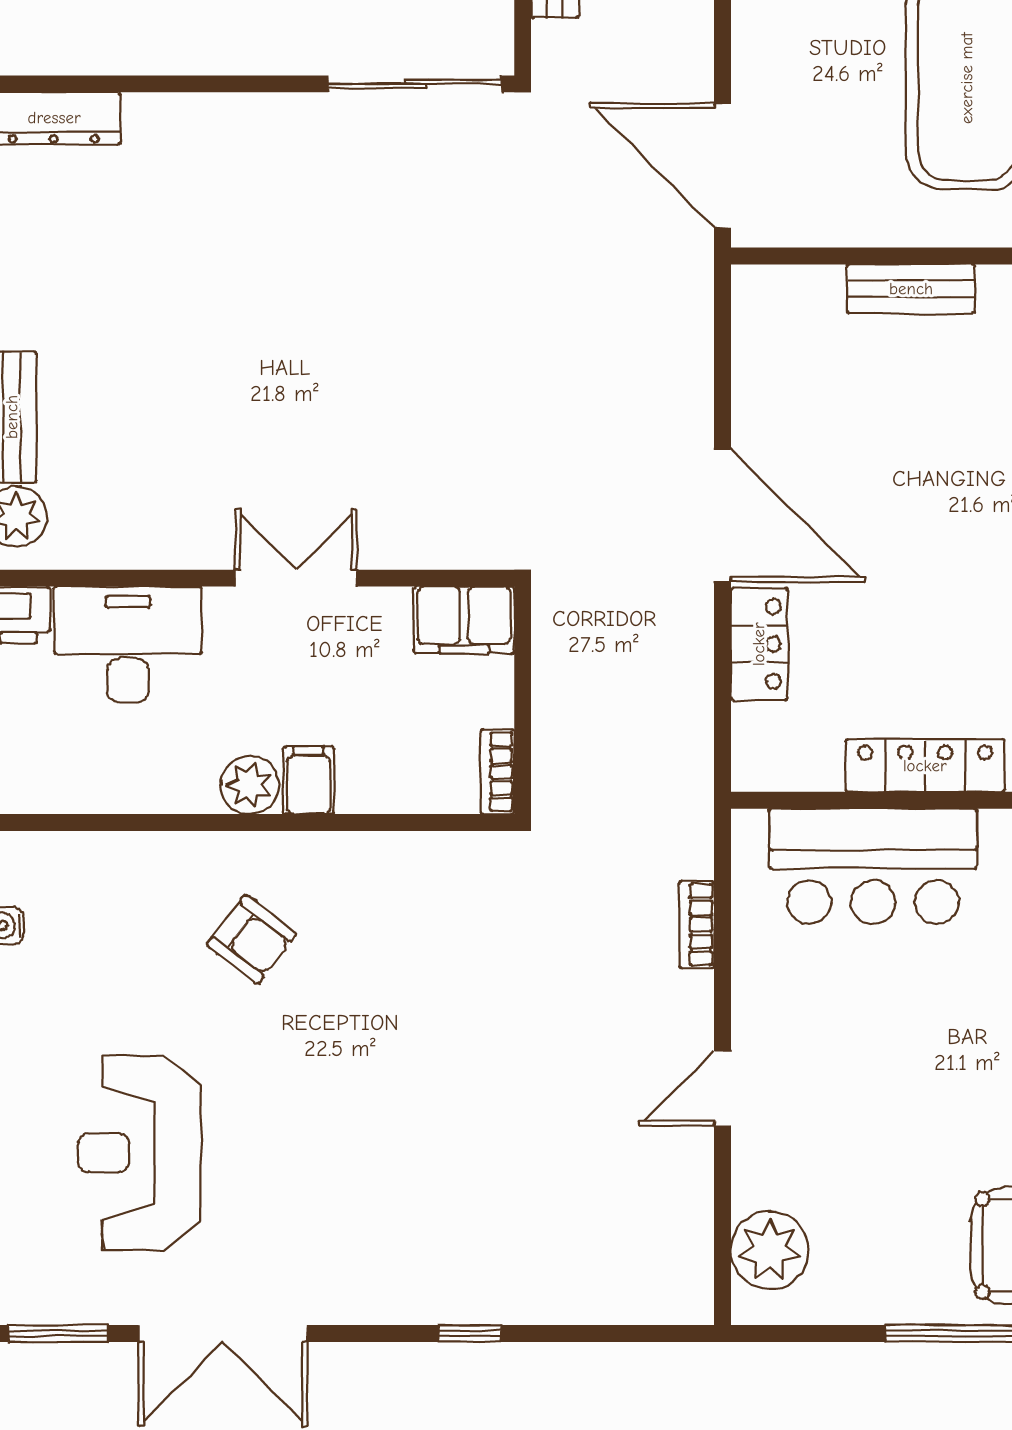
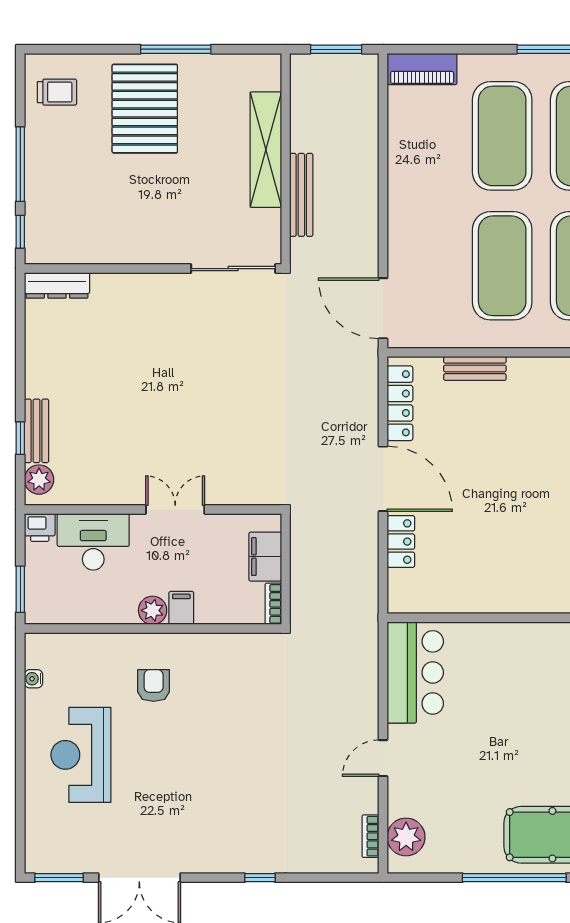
filing cabinet: (464, 620) -> (265, 557), moved, turned 90
locker: (925, 766) -> (400, 403), moved, turned 90
bar counter: (873, 866) -> (415, 672), moved, turned -90
bookcase: (697, 925) -> (370, 836), moved
armchair: (252, 939) -> (154, 685), turned -128
reception desk: (139, 1153) -> (81, 755), moved

